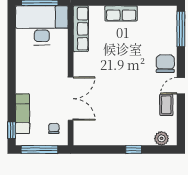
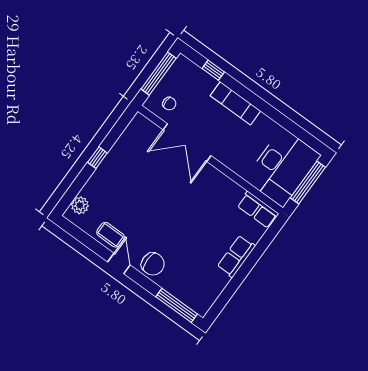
row of seats: (81, 29) -> (258, 210), width x0.68
exam couch: (23, 114) -> (235, 103), moved
window: (12, 130) -> (213, 70), moved
window: (134, 149) -> (97, 158), moved

